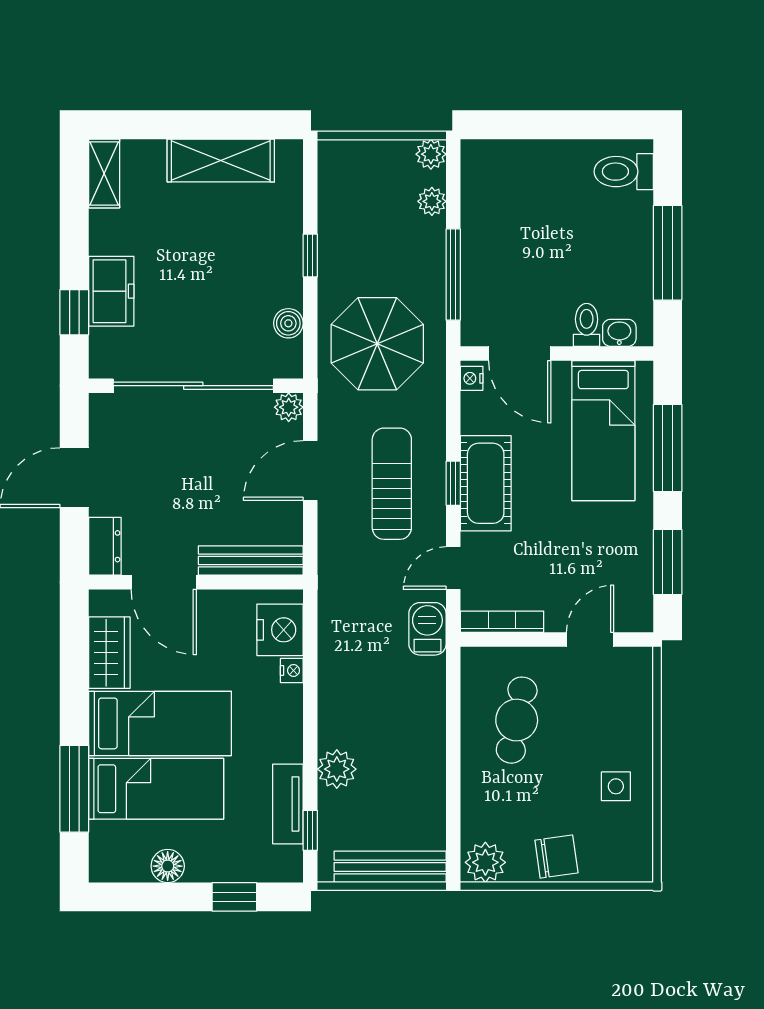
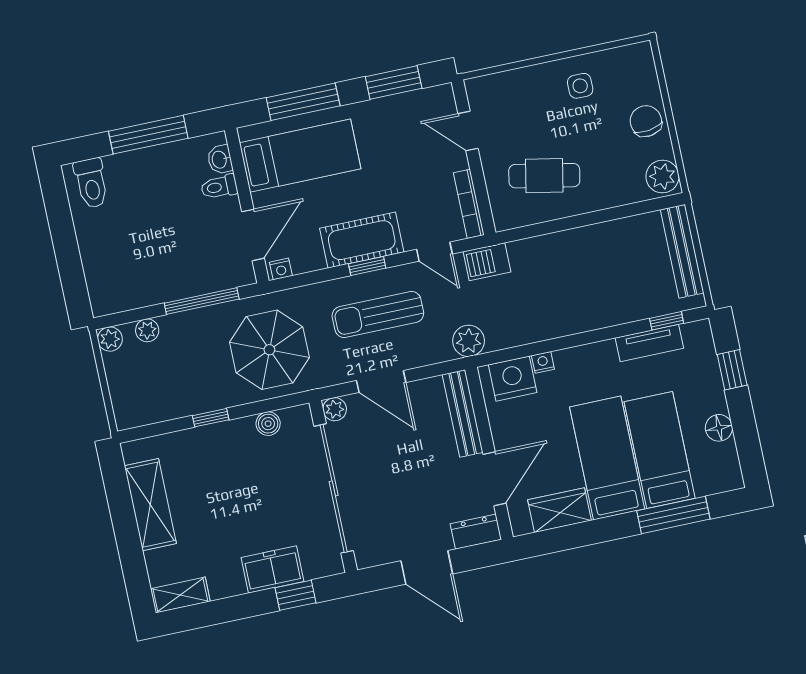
plant: (337, 769) -> (469, 341), moved

